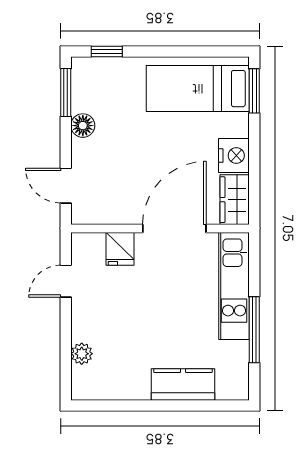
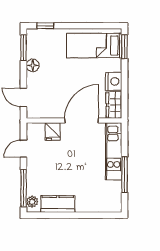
plant: (82, 354) -> (32, 202), moved
window: (66, 355) -> (23, 188), added
kitchen counter: (183, 384) -> (58, 204), moved

